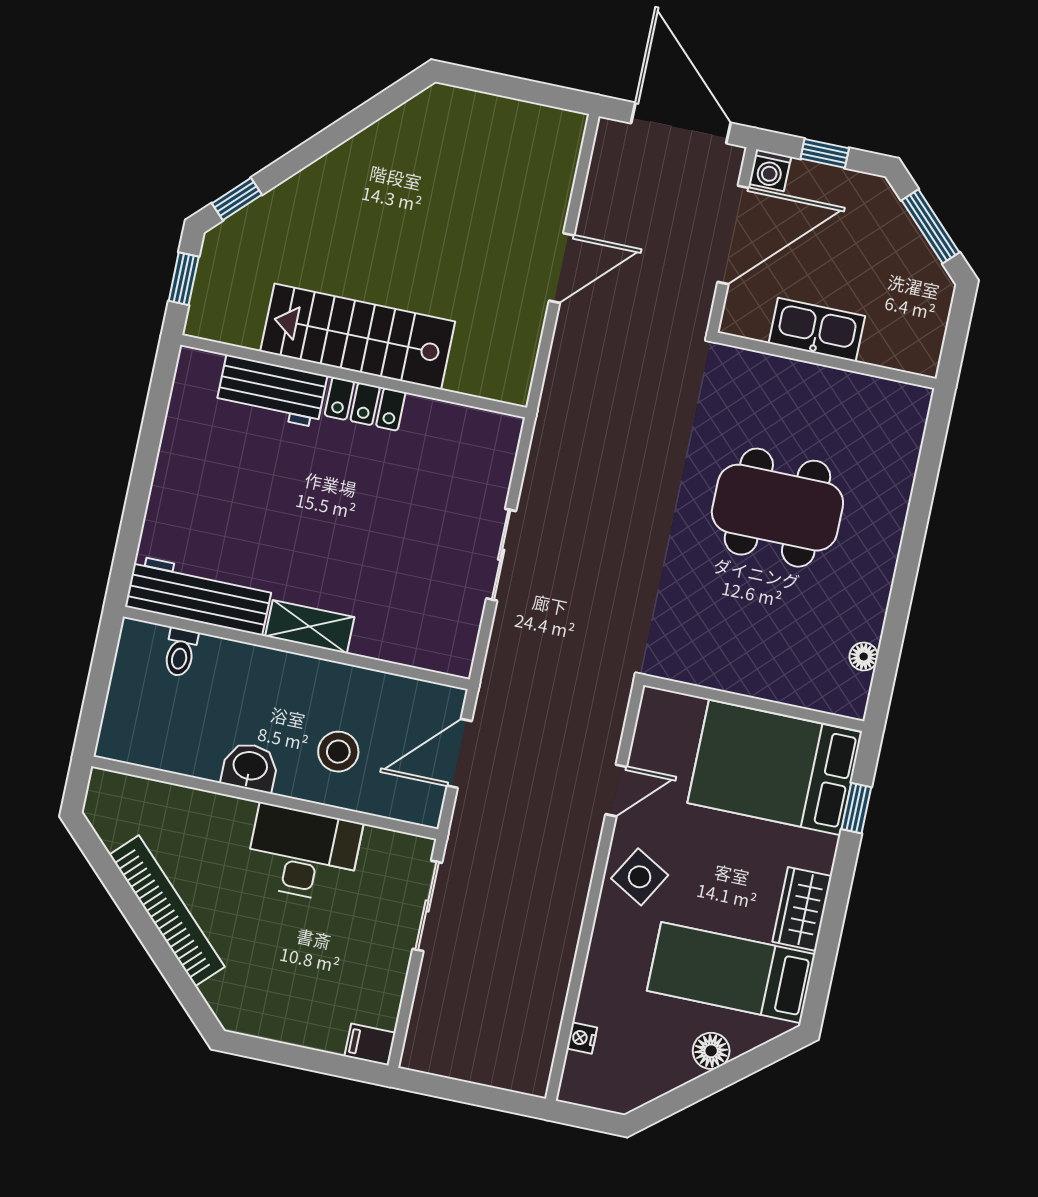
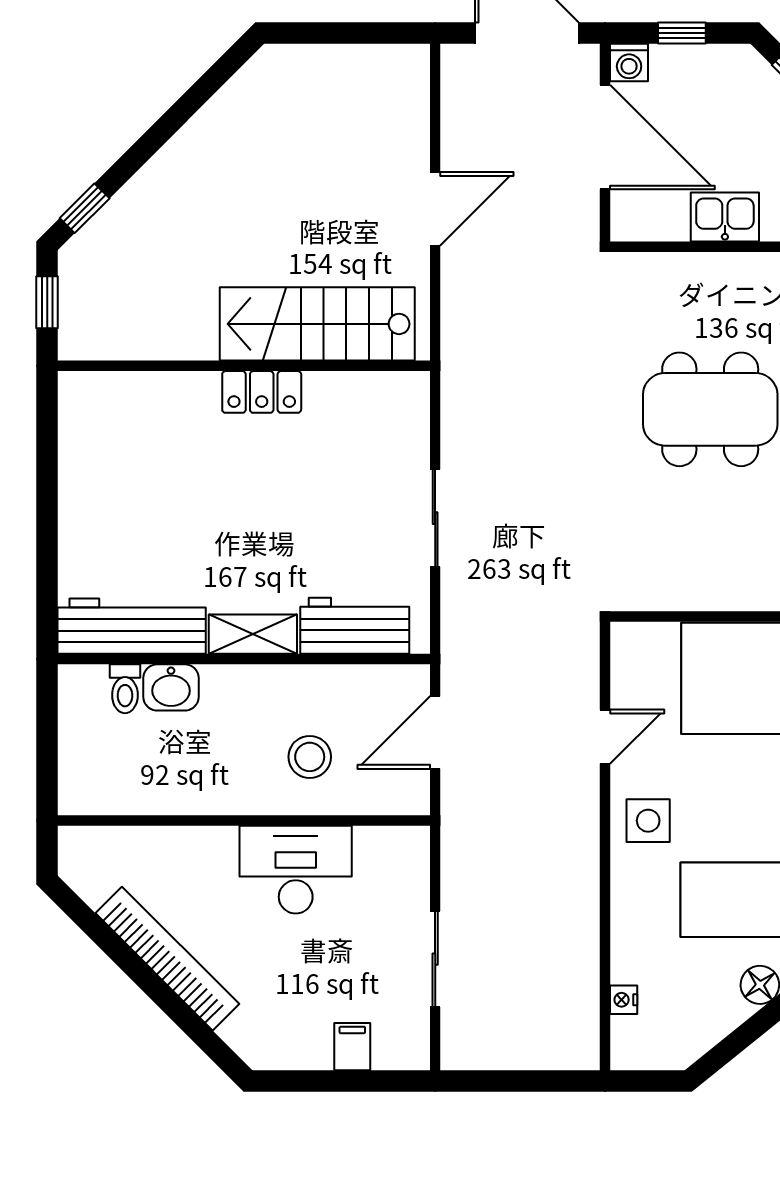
door: (733, 235) -> (605, 137), hinge flipped
kitchen sink: (817, 330) -> (725, 217), width x0.73
stairs: (358, 336) -> (317, 324), moved
workbench: (272, 391) -> (355, 626), moved, turned 180
washbasin: (250, 767) -> (171, 687), moved, turned 180
side table: (640, 877) -> (648, 821), turned -30
sliding door: (427, 906) -> (435, 959), moved
filing cabinet: (370, 1044) -> (352, 1047), moved, turned 90

